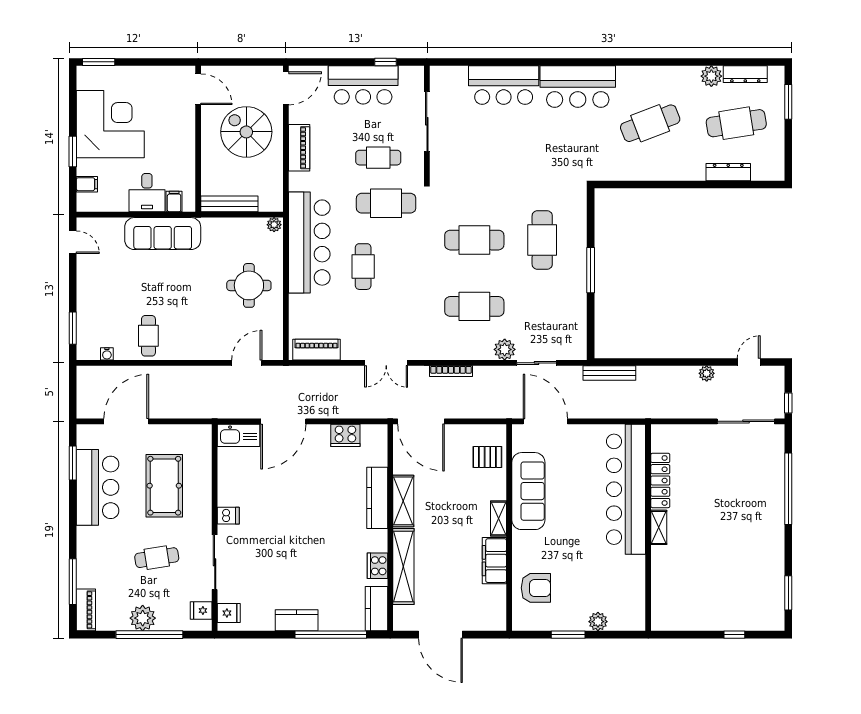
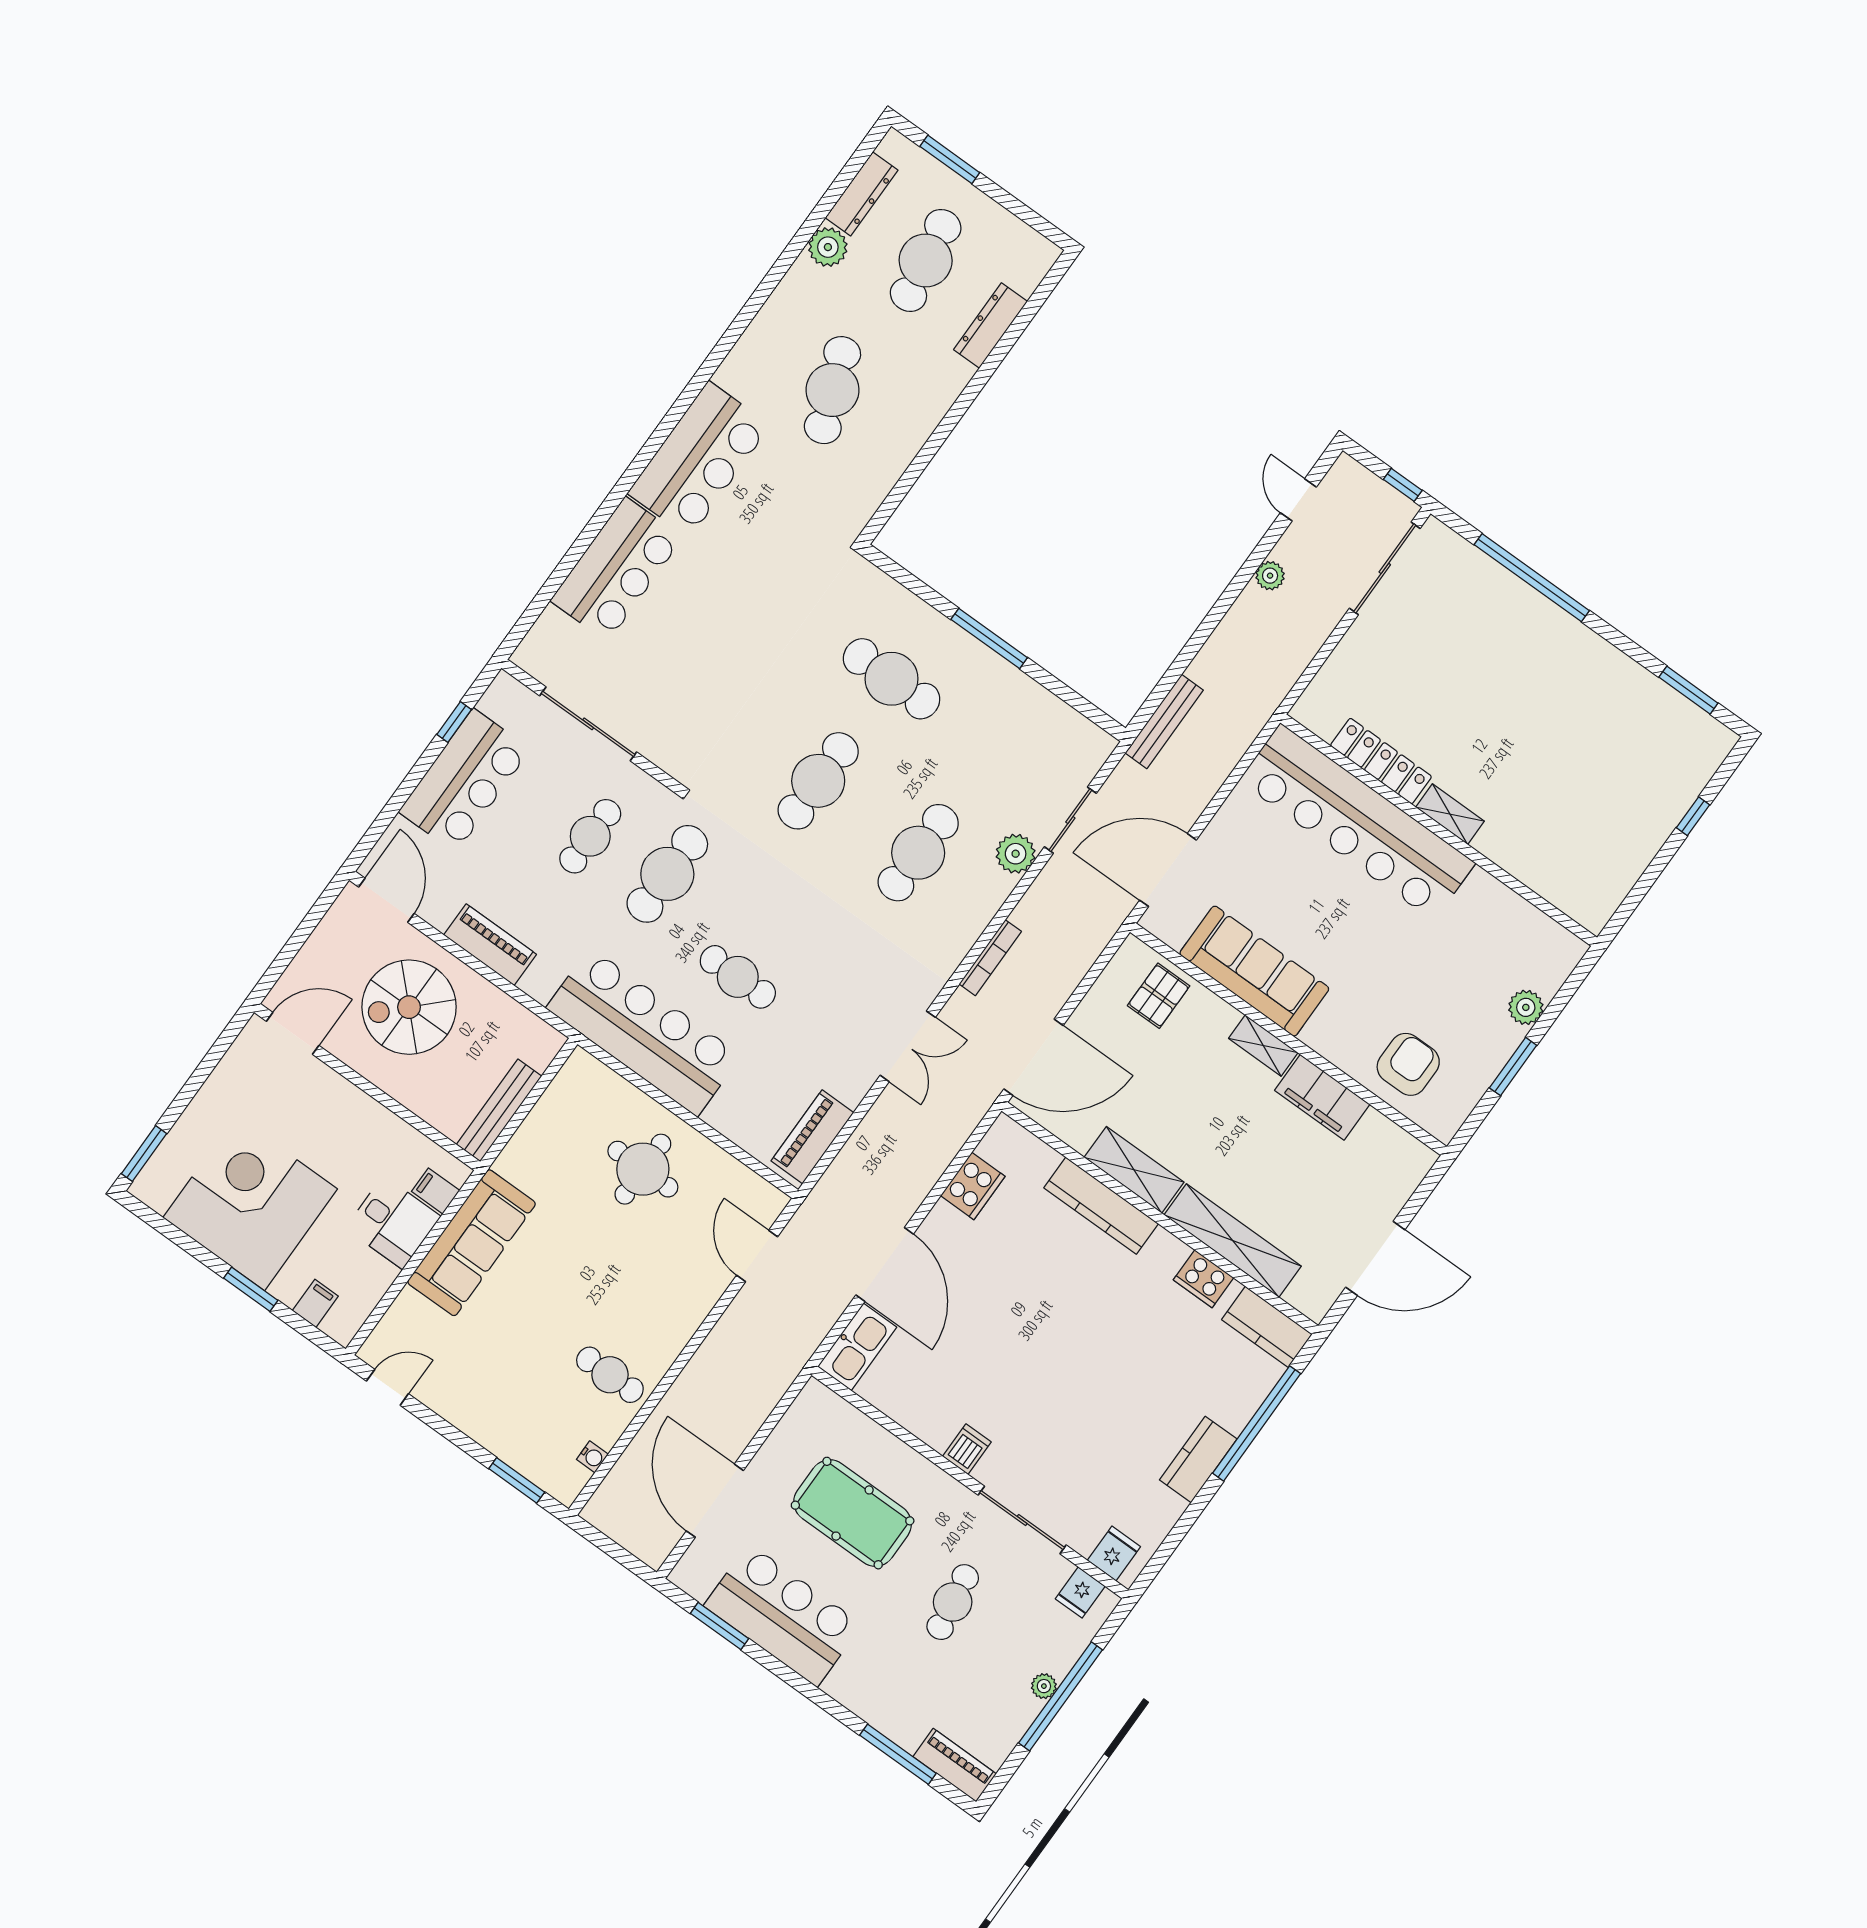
plant: (274, 225) -> (579, 1066), removed
plant: (143, 618) -> (1044, 1686), width x0.53, depth x0.53

